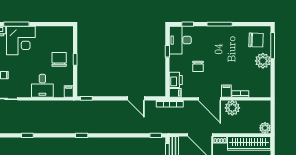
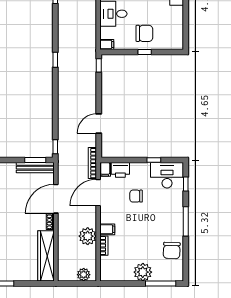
chair: (256, 40) -> (172, 250), moved
door: (209, 99) -> (98, 193), moved
plant: (265, 128) -> (84, 275), moved

